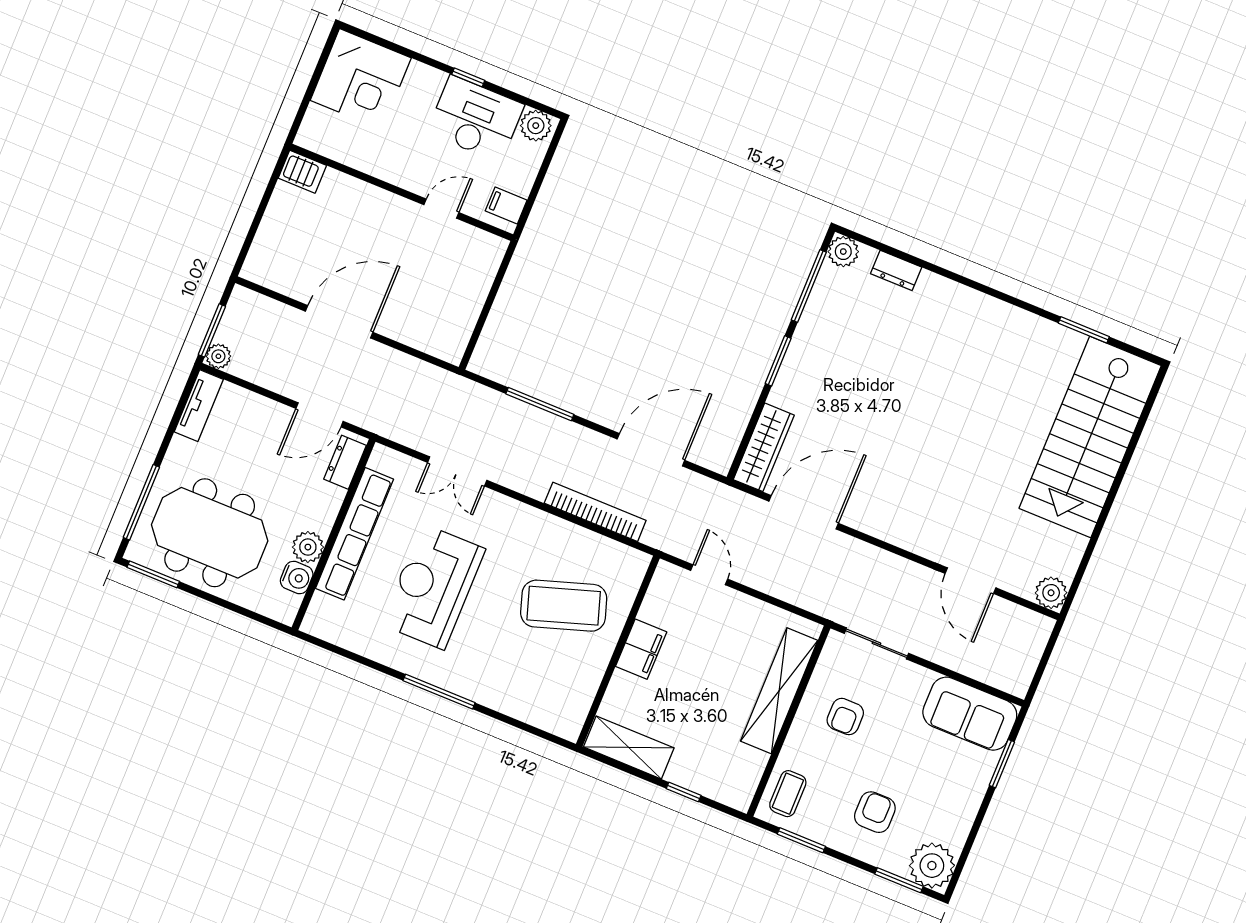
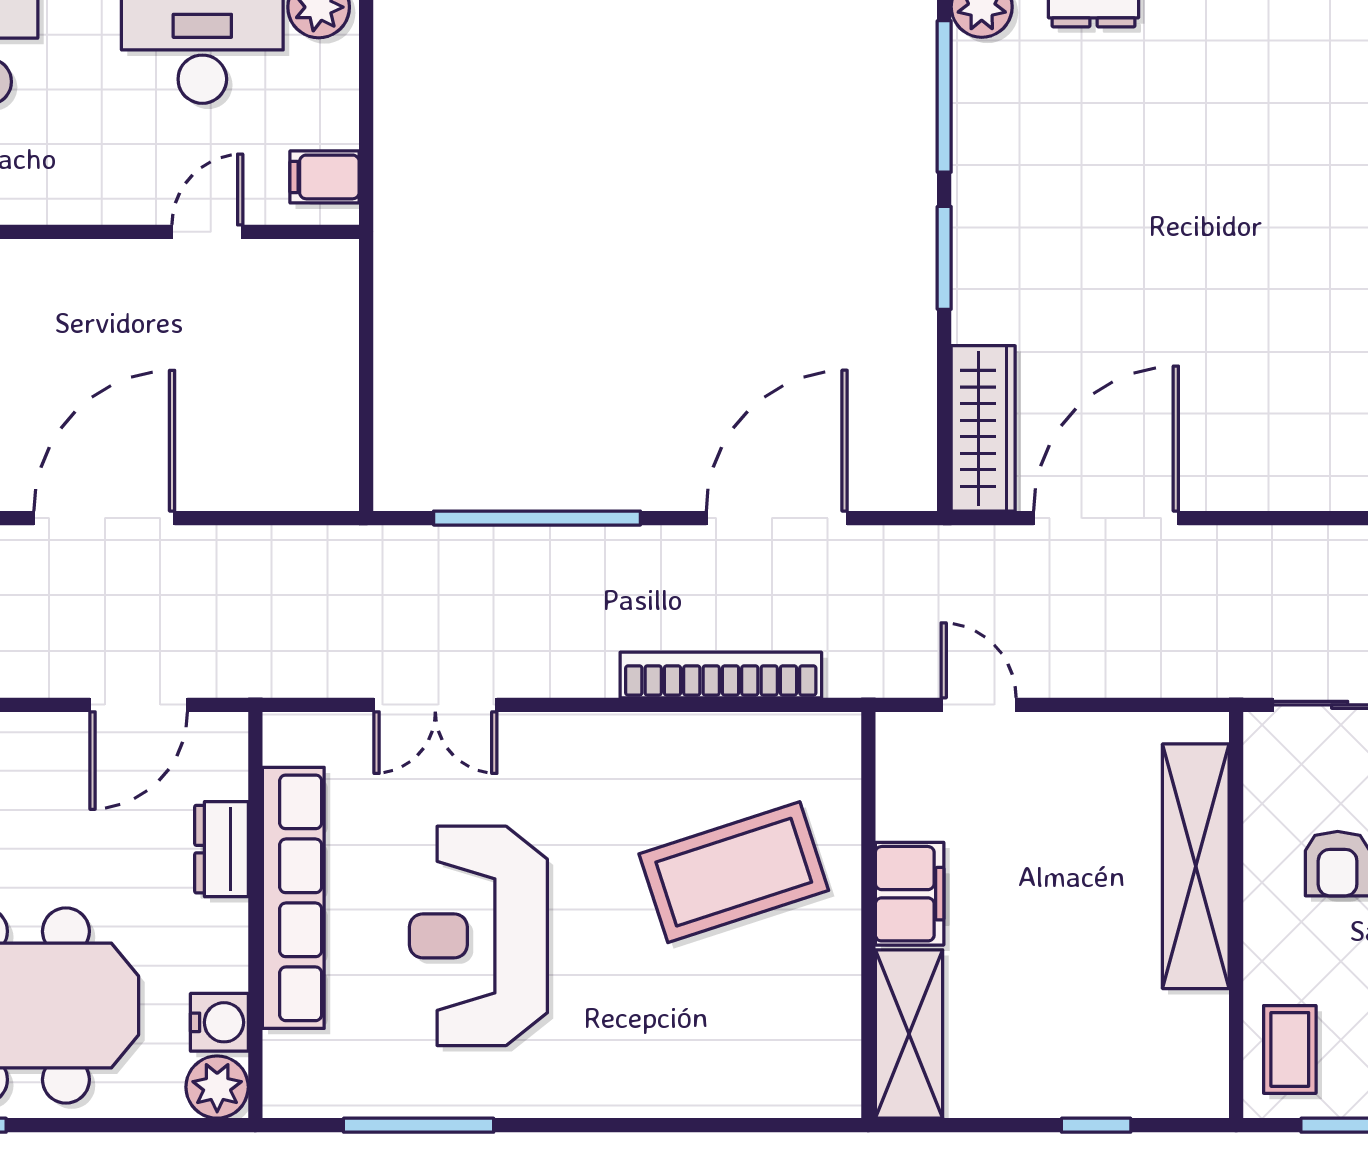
window: (540, 404) -> (537, 518), width x1.46
dresser: (345, 462) -> (222, 849), moved
plant: (308, 547) -> (217, 1087), moved
window: (439, 692) -> (419, 1125), moved
shelving: (629, 747) -> (909, 1034), moved, turned 90

